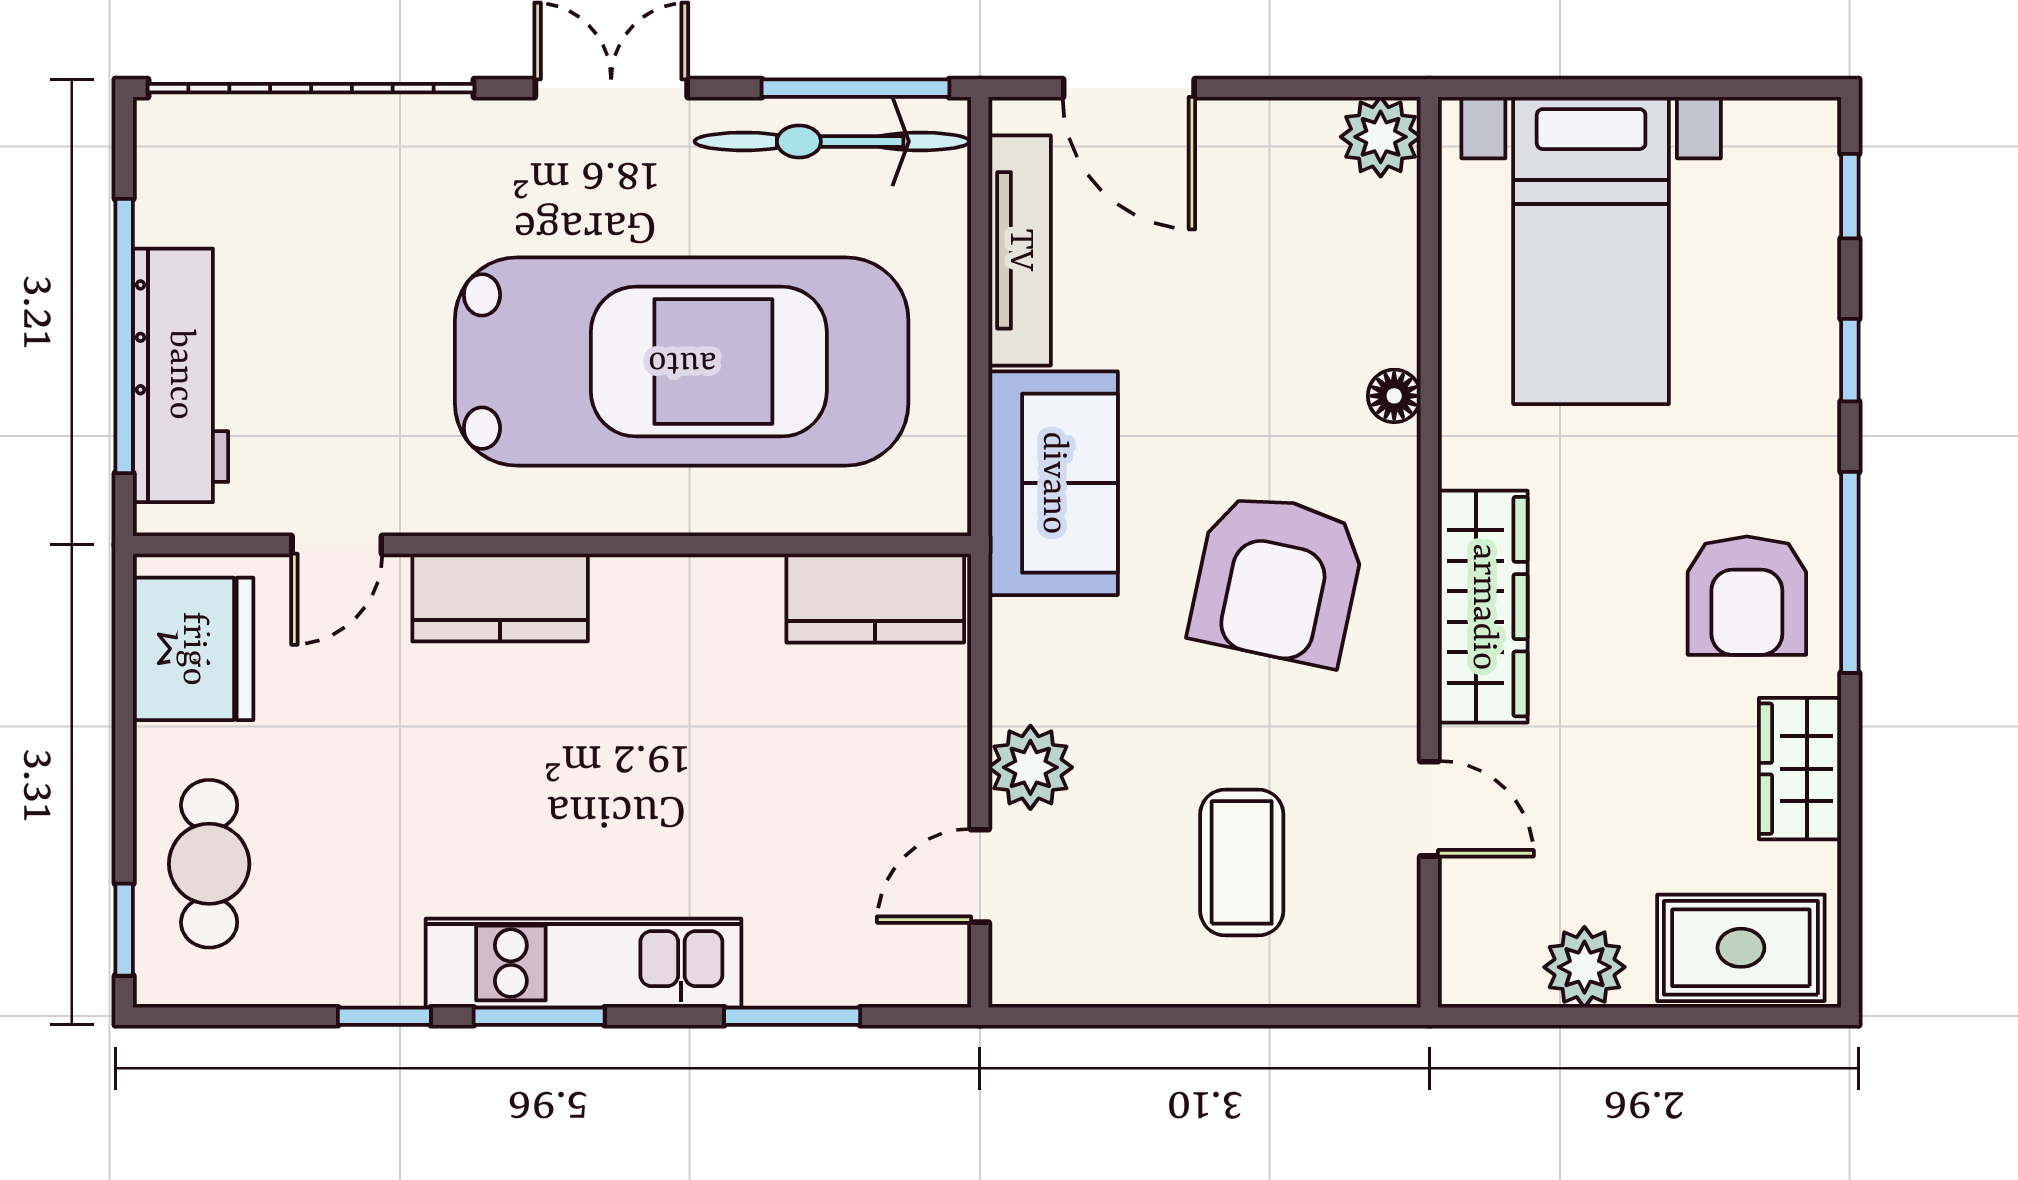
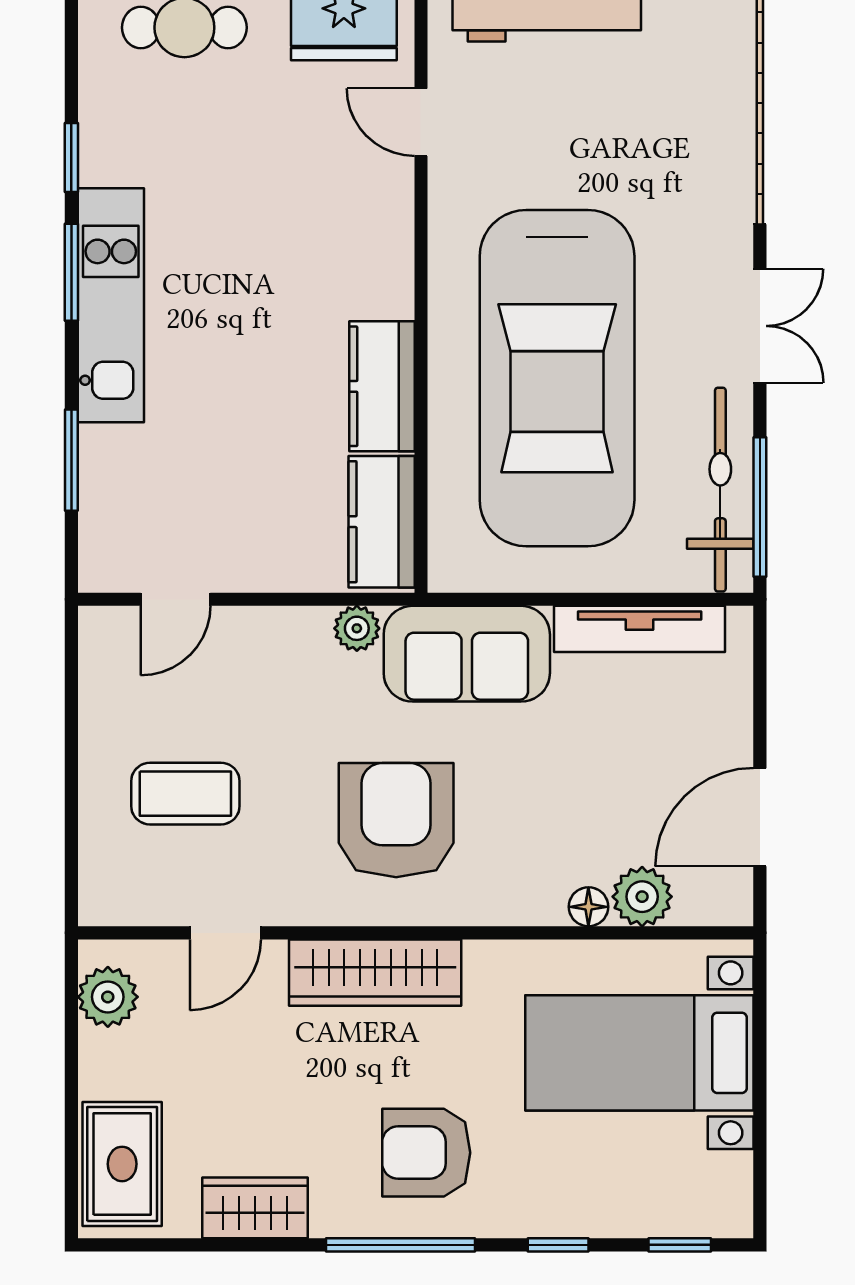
door: (1129, 88) -> (760, 817), moved
plant: (1381, 137) -> (642, 897), moved
floor lamp: (1394, 396) -> (588, 907), moved
armchair: (1277, 579) -> (396, 820), turned 78
armchair: (1747, 596) -> (426, 1153), moved
kitchen counter: (500, 598) -> (382, 386), moved
plant: (1030, 767) -> (357, 628), moved, width x0.73, depth x0.73
door: (980, 876) -> (175, 599), swing flipped
plant: (1584, 967) -> (108, 997), moved

